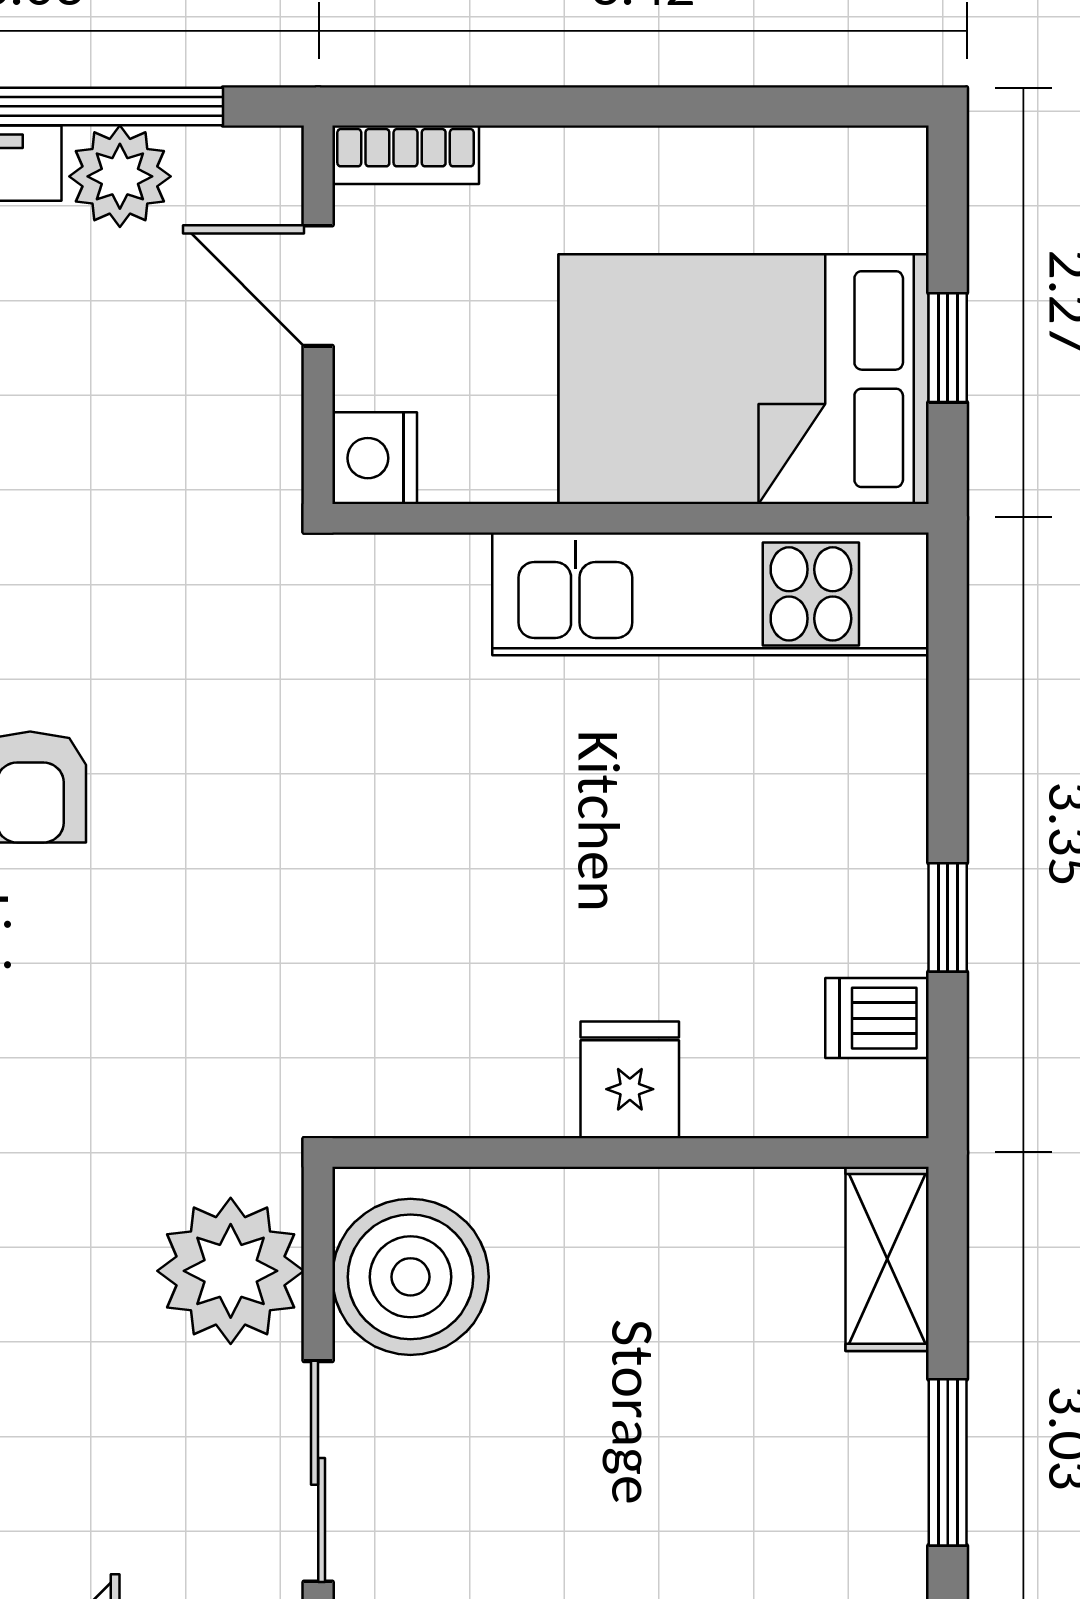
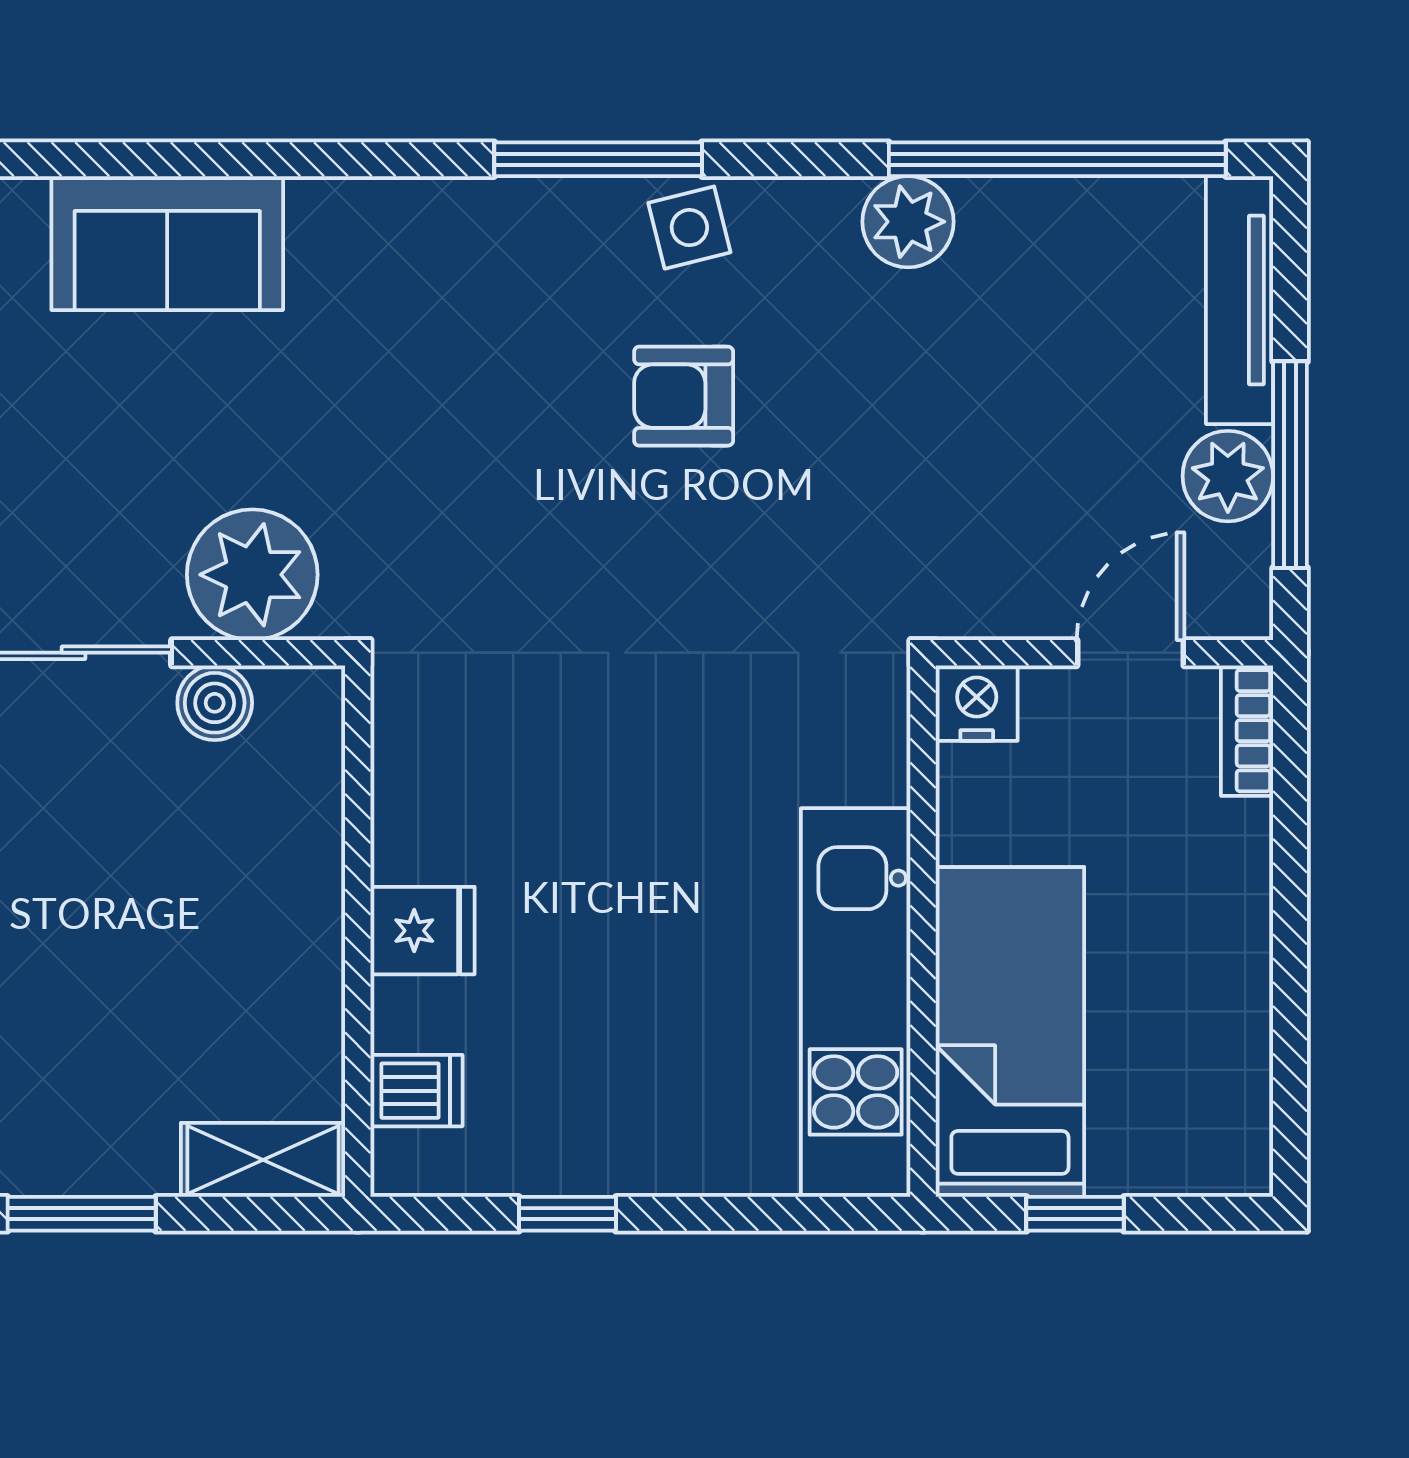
bed: (744, 379) -> (1010, 1032), width x0.67
dishwasher: (877, 1018) -> (416, 1091), moved, turned 90
boiler: (410, 1277) -> (215, 703), width x0.54, depth x0.54

